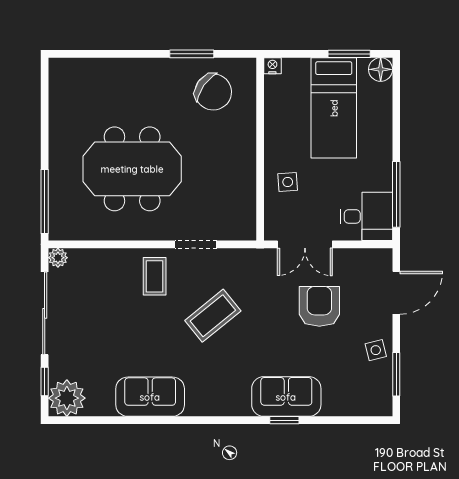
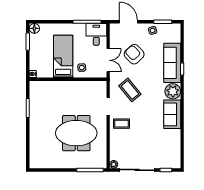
chair: (213, 92) -> (44, 99), removed
bed: (334, 108) -> (63, 56), moved, turned -90
meeting table: (132, 169) -> (76, 133), turned 90
armchair: (319, 306) -> (134, 54), turned 46
coffee table: (213, 316) -> (130, 90), moved
sofa: (150, 397) -> (172, 114), moved
sofa: (286, 397) -> (172, 63), width x1.36
plant: (67, 398) -> (173, 91), moved

